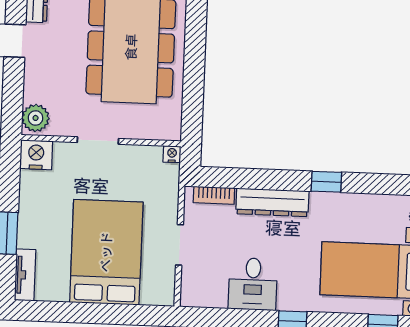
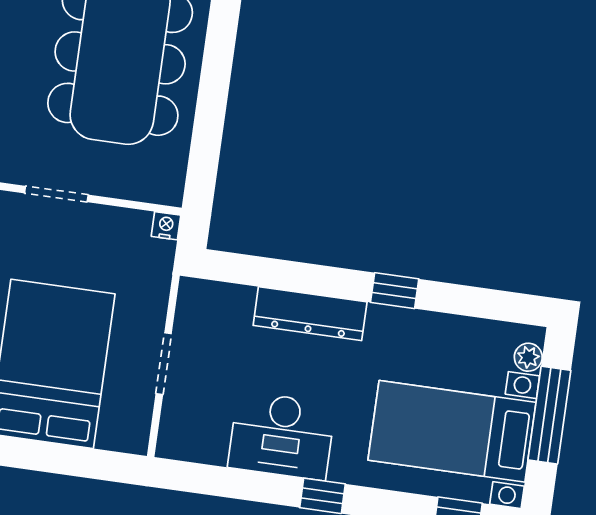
bookcase: (214, 195) -> (223, 294), removed
desk: (253, 284) -> (282, 436), width x1.37

